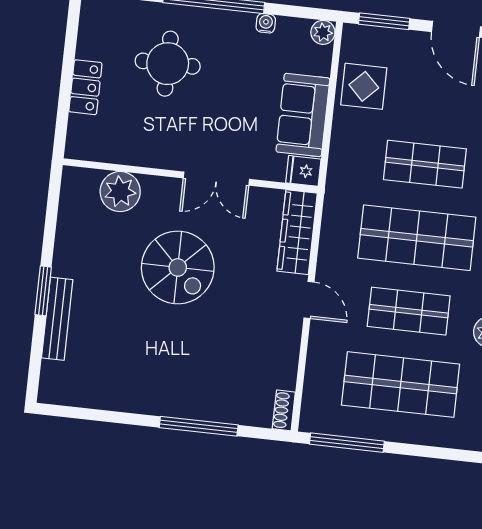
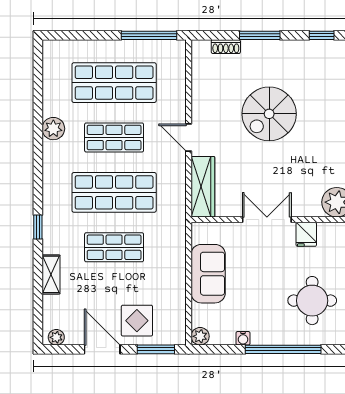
display table: (364, 86) -> (137, 321), moved
fridge: (303, 171) -> (306, 234), moved, turned 90
spiral stairs: (178, 267) -> (269, 114), moved, turned -90
shoe rack: (284, 410) -> (226, 47), moved, turned 90
window: (116, 417) -> (322, 35), added
window: (199, 426) -> (260, 35), width x0.69

